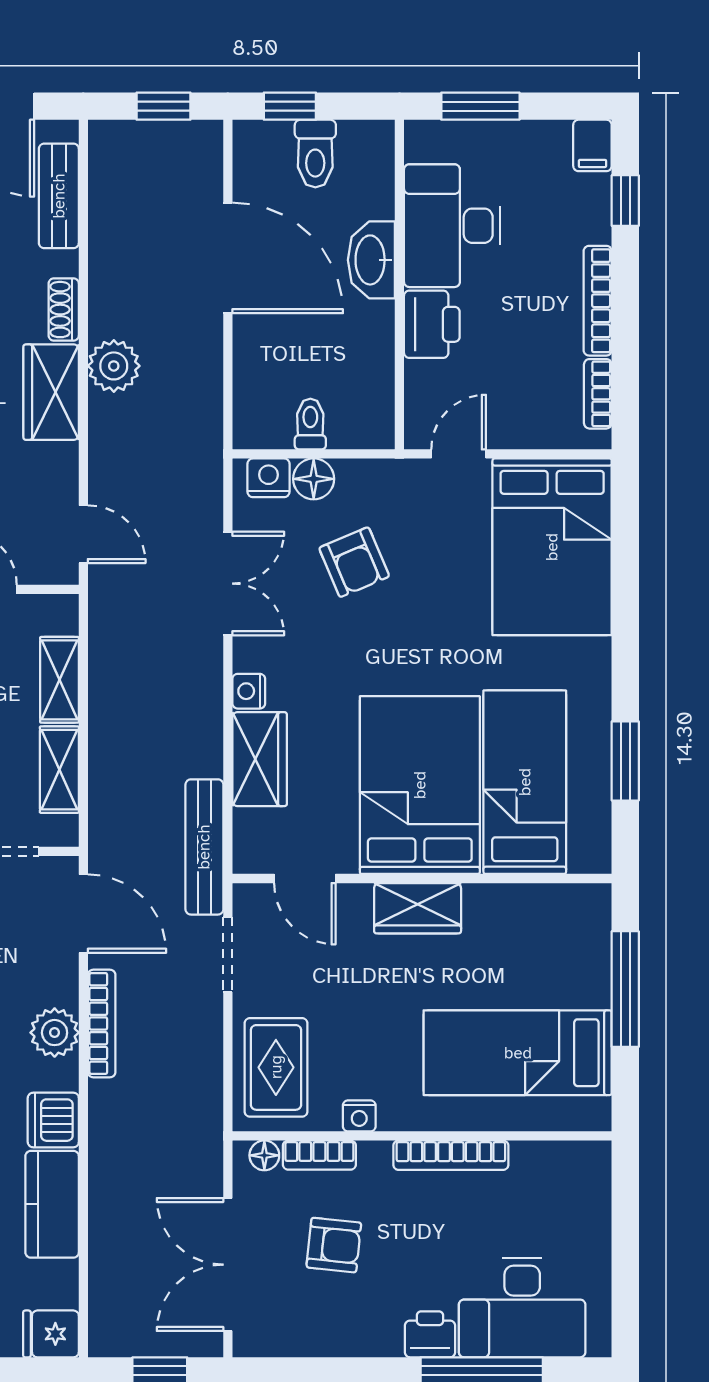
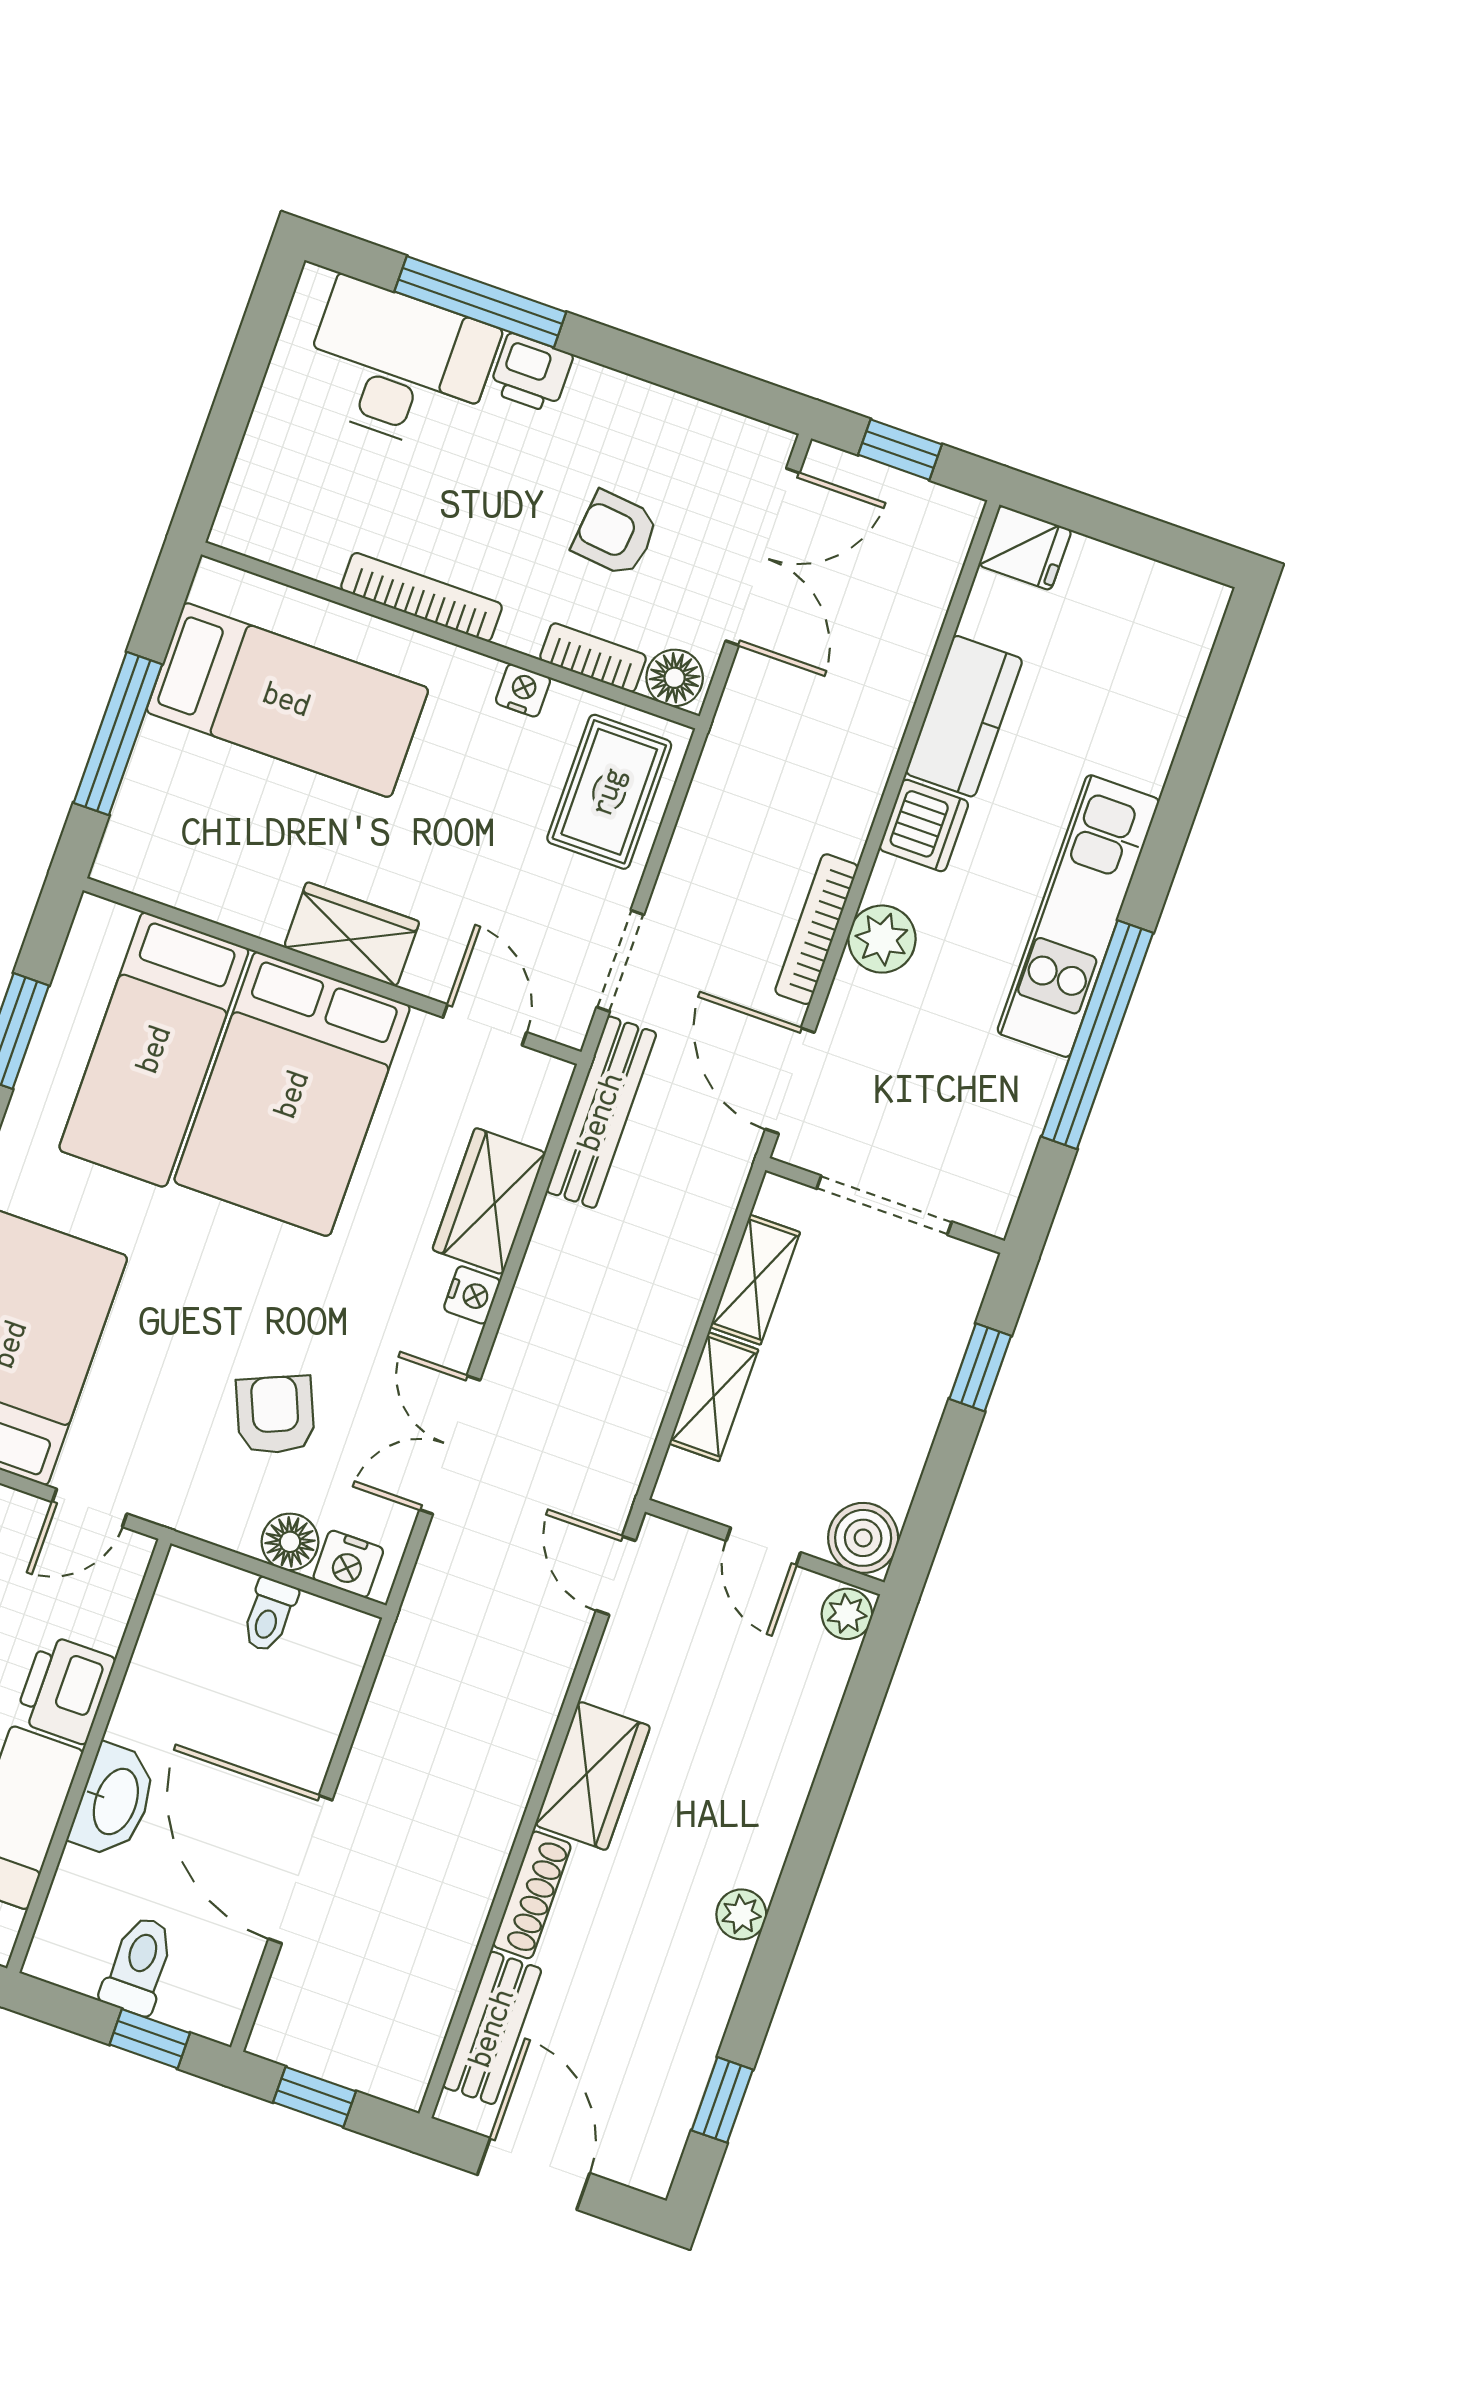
shoe rack: (64, 310) -> (532, 1895), width x1.43
plant: (114, 366) -> (499, 1781), removed
floor lamp: (264, 1155) -> (675, 678), width x1.37, depth x1.37

